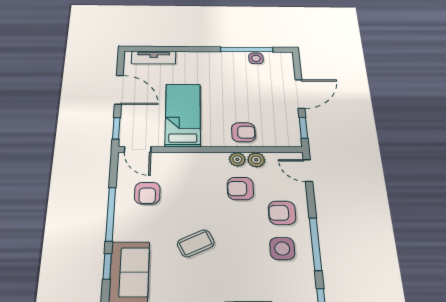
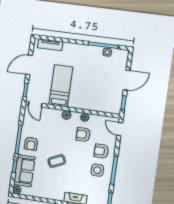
door: (119, 90) -> (29, 65), swing flipped
armchair: (243, 132) -> (91, 101), removed
plant: (256, 160) -> (66, 115), moved
armchair: (147, 193) -> (31, 144), moved

